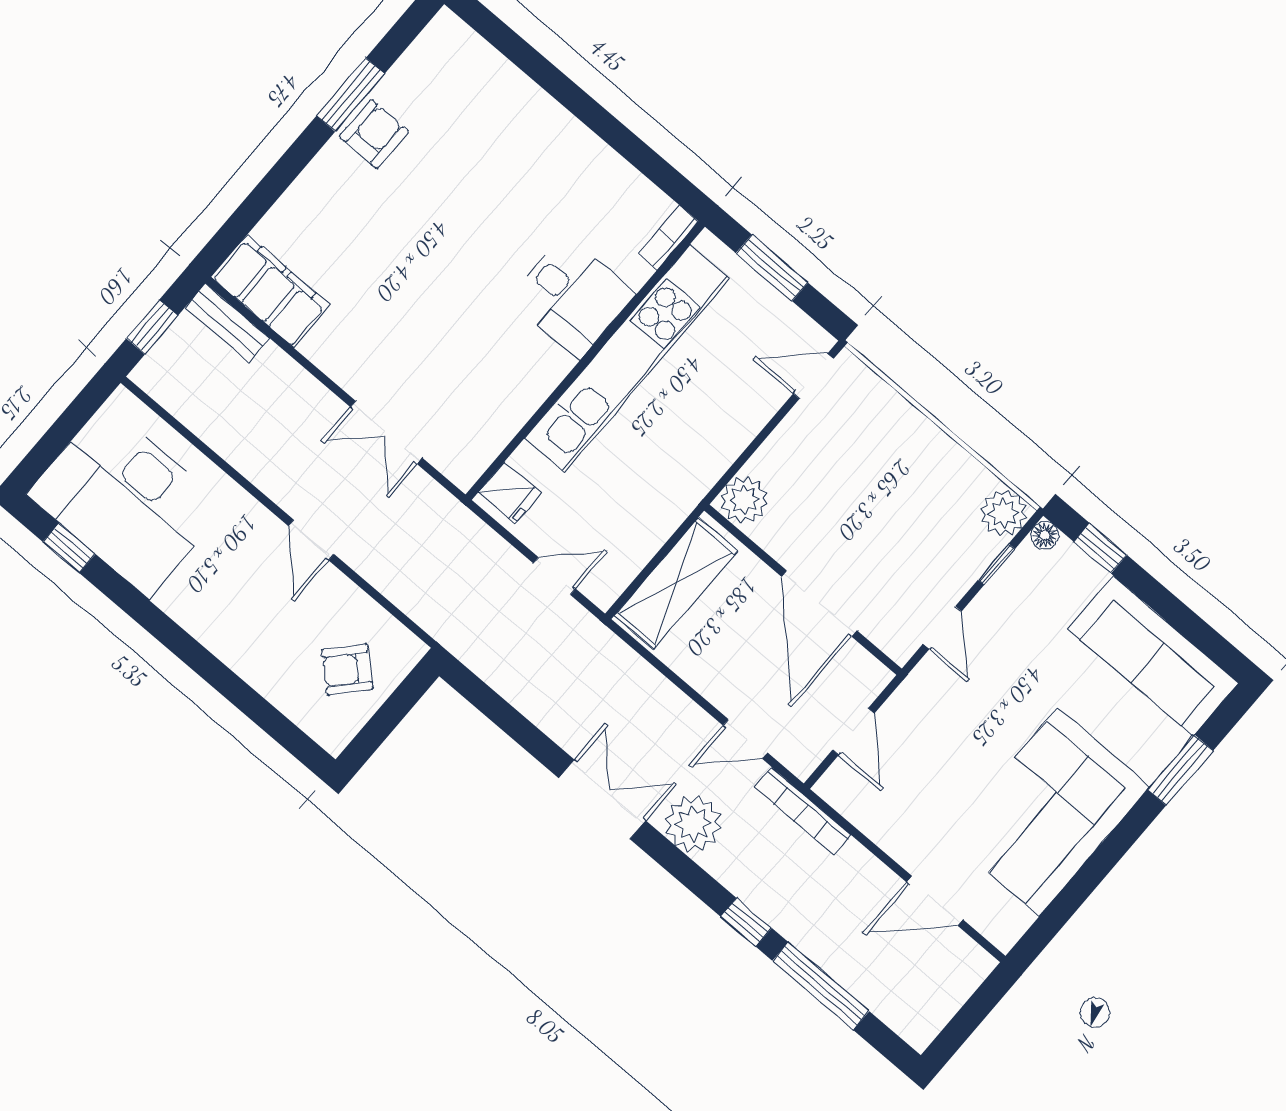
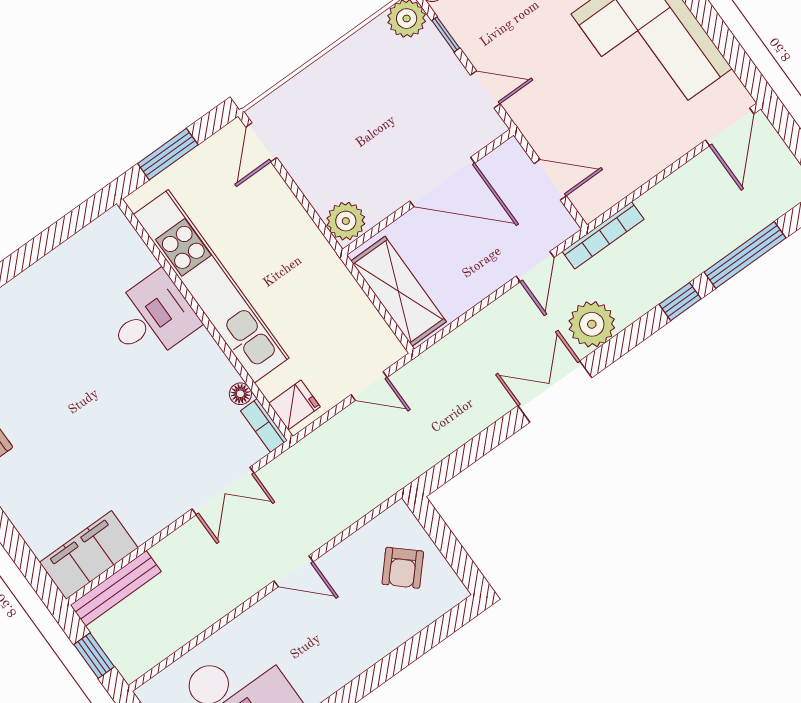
bookcase: (668, 237) -> (264, 426), moved
bench: (227, 323) -> (116, 588), width x1.36
floor lamp: (507, 425) -> (240, 394), added
door: (554, 576) -> (369, 386), swing flipped
door: (935, 901) -> (730, 127), moved

